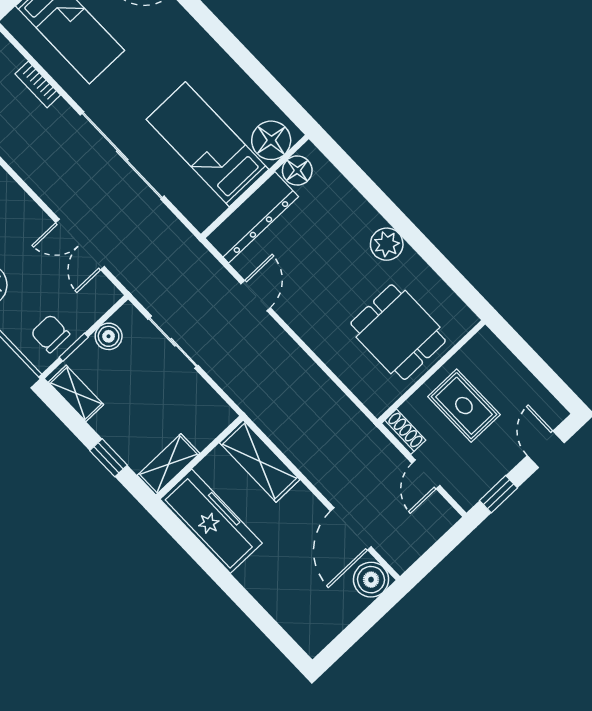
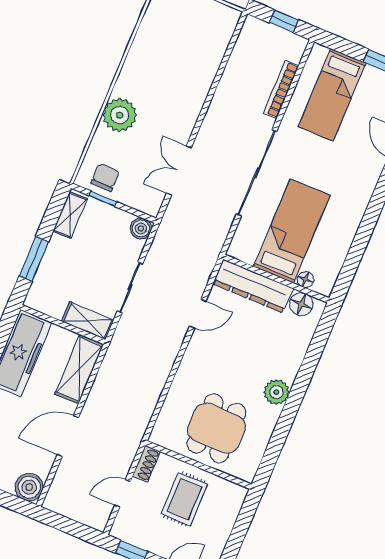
bookcase: (38, 84) -> (281, 89), width x1.56
floor lamp: (271, 140) -> (305, 280), width x0.53, depth x0.53
boiler: (109, 336) -> (141, 228), moved
sliding door: (173, 342) -> (130, 287), moved
window: (108, 458) -> (34, 259), width x1.50
shelving: (168, 464) -> (88, 321), moved
door: (351, 529) -> (68, 436), moved

